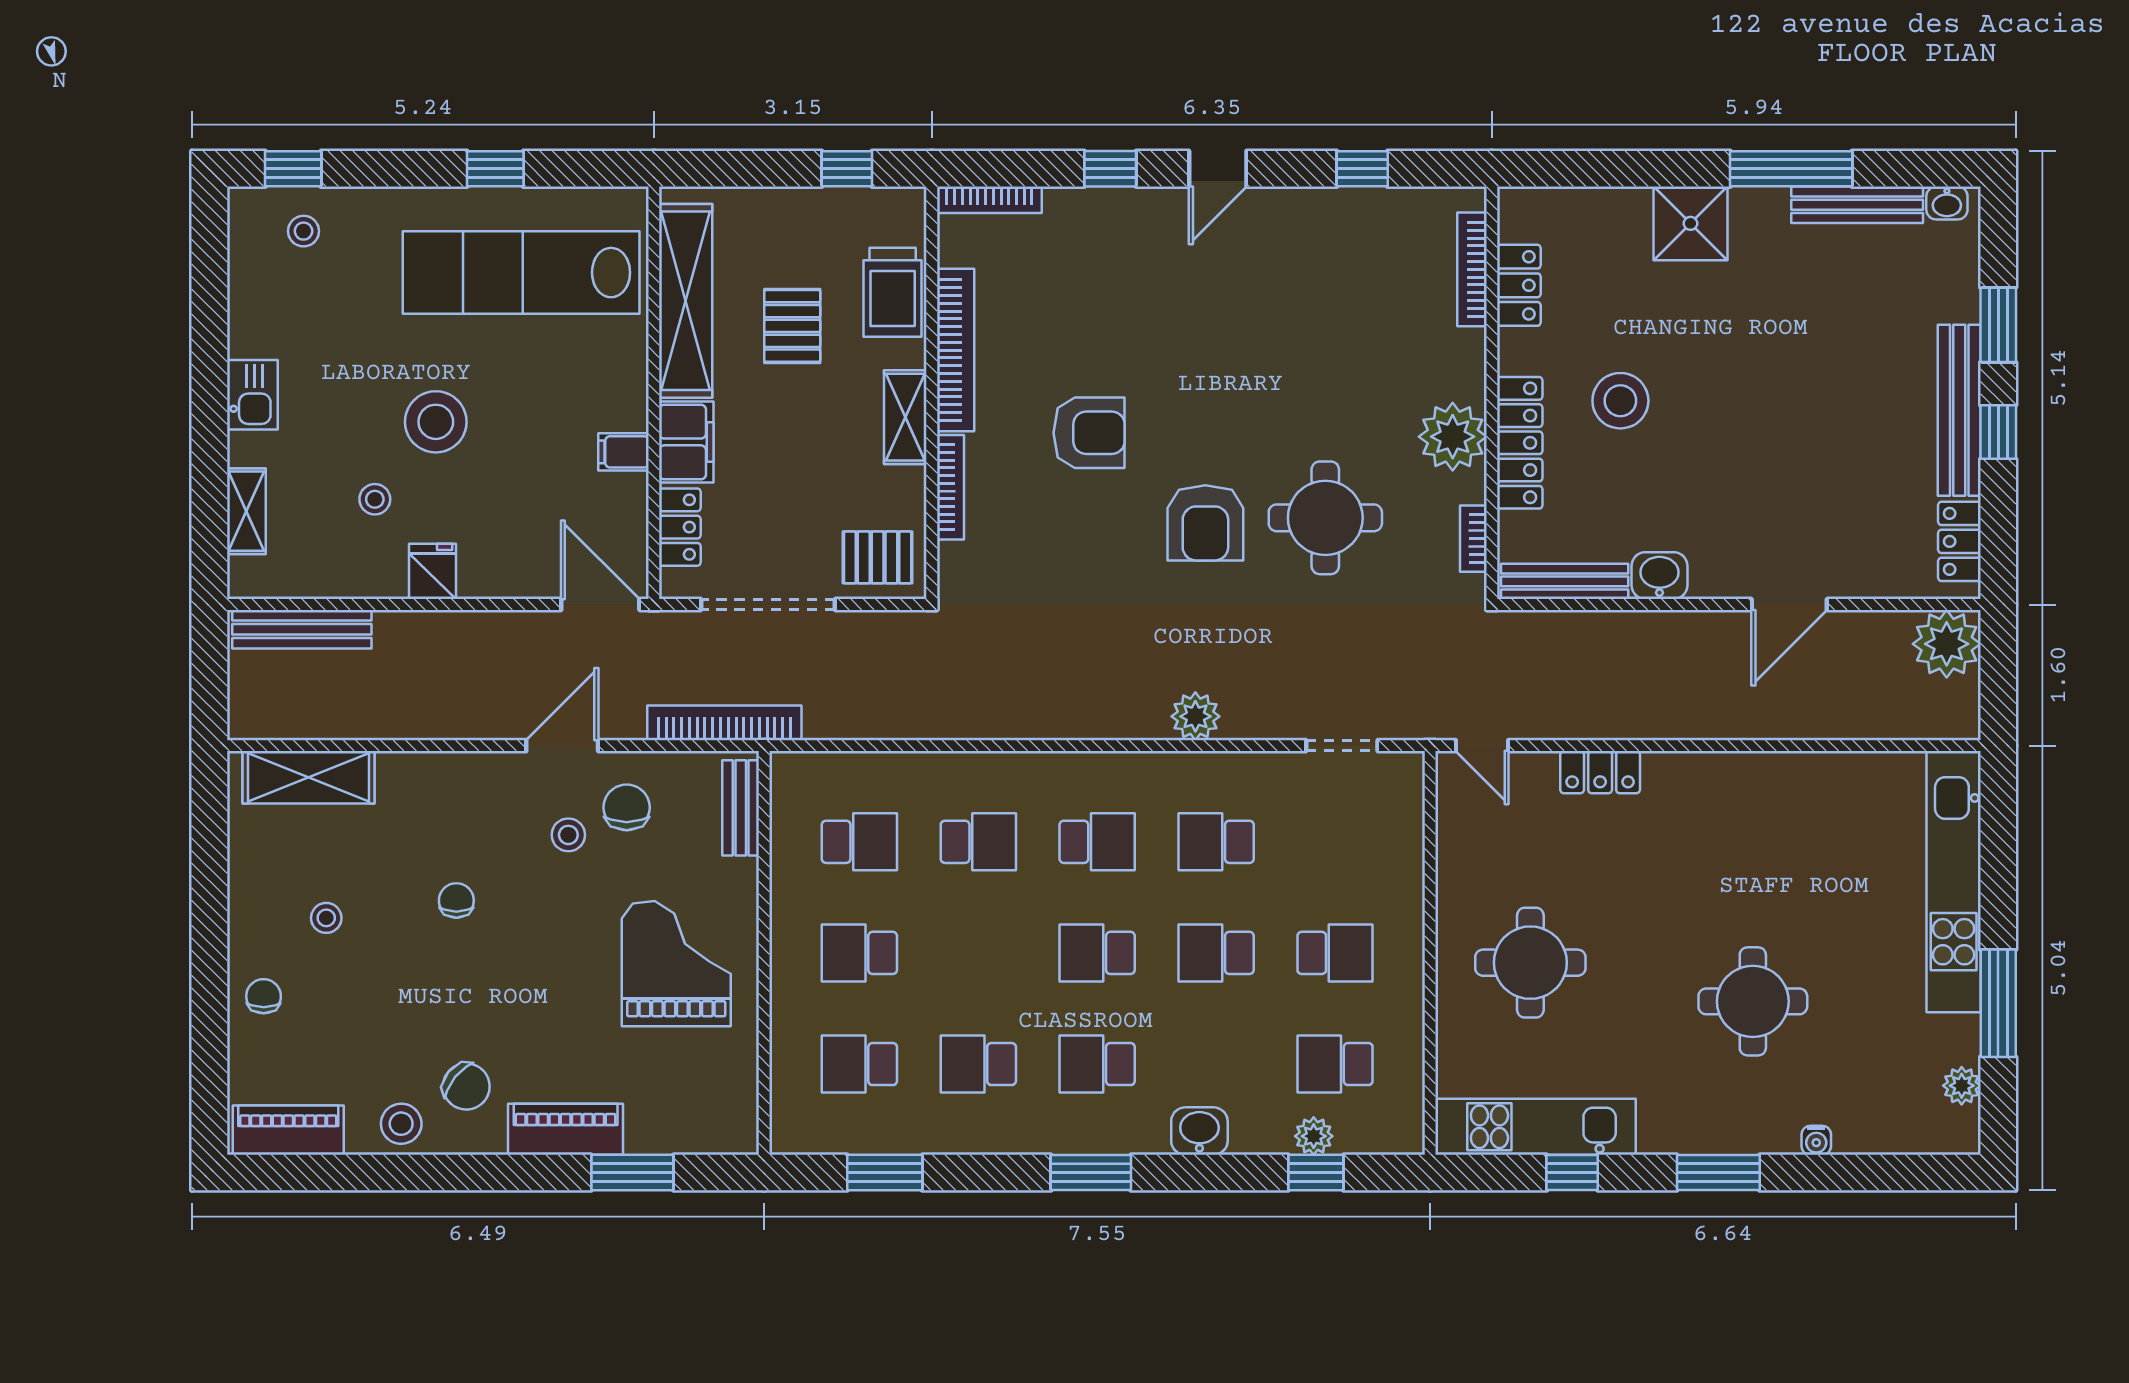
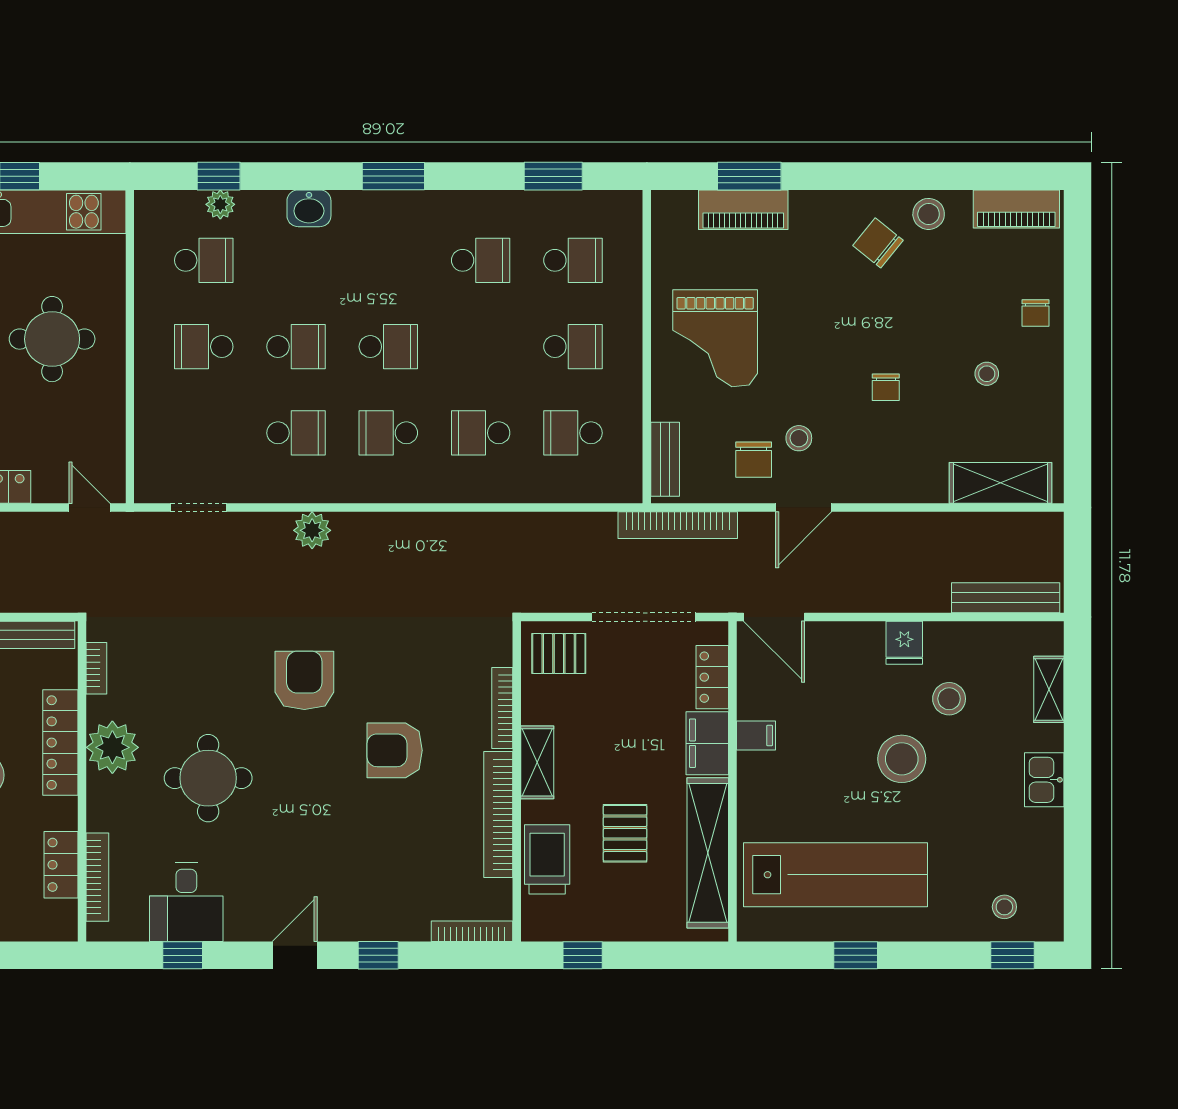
desk: (1357, 237) -> (186, 902), added
stool: (375, 499) -> (949, 699), width x1.37, depth x1.37
round table: (1325, 518) -> (208, 778), moved
school desk: (1097, 1064) -> (388, 260), removed
piano: (566, 1129) -> (743, 210), moved

